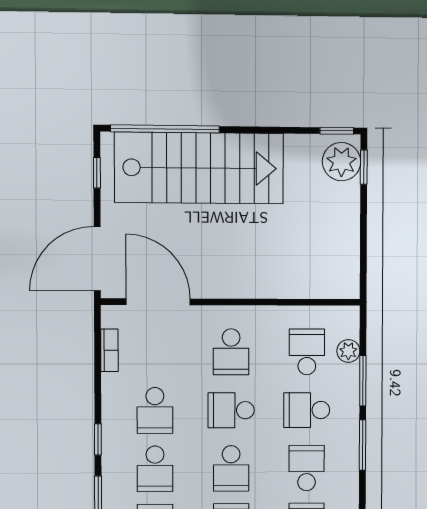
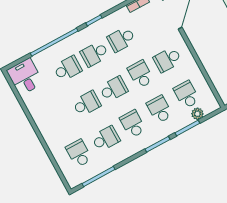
school desk: (307, 352) -> (187, 95), turned -90
school desk: (231, 468) -> (114, 89), turned 180
school desk: (307, 468) -> (133, 124), turned -90

